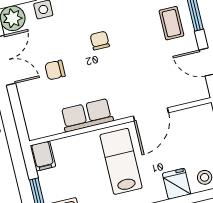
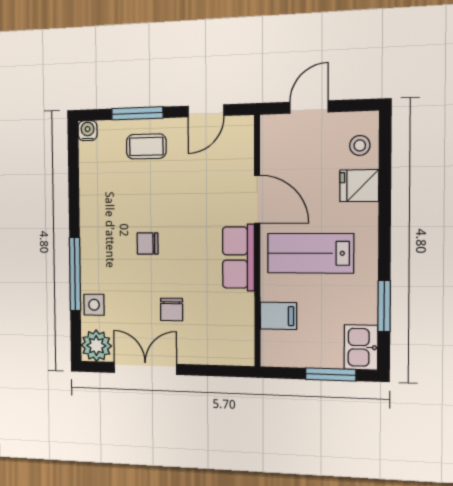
row of seats: (87, 115) -> (238, 257), moved
filing cabinet: (43, 156) -> (278, 316), moved

